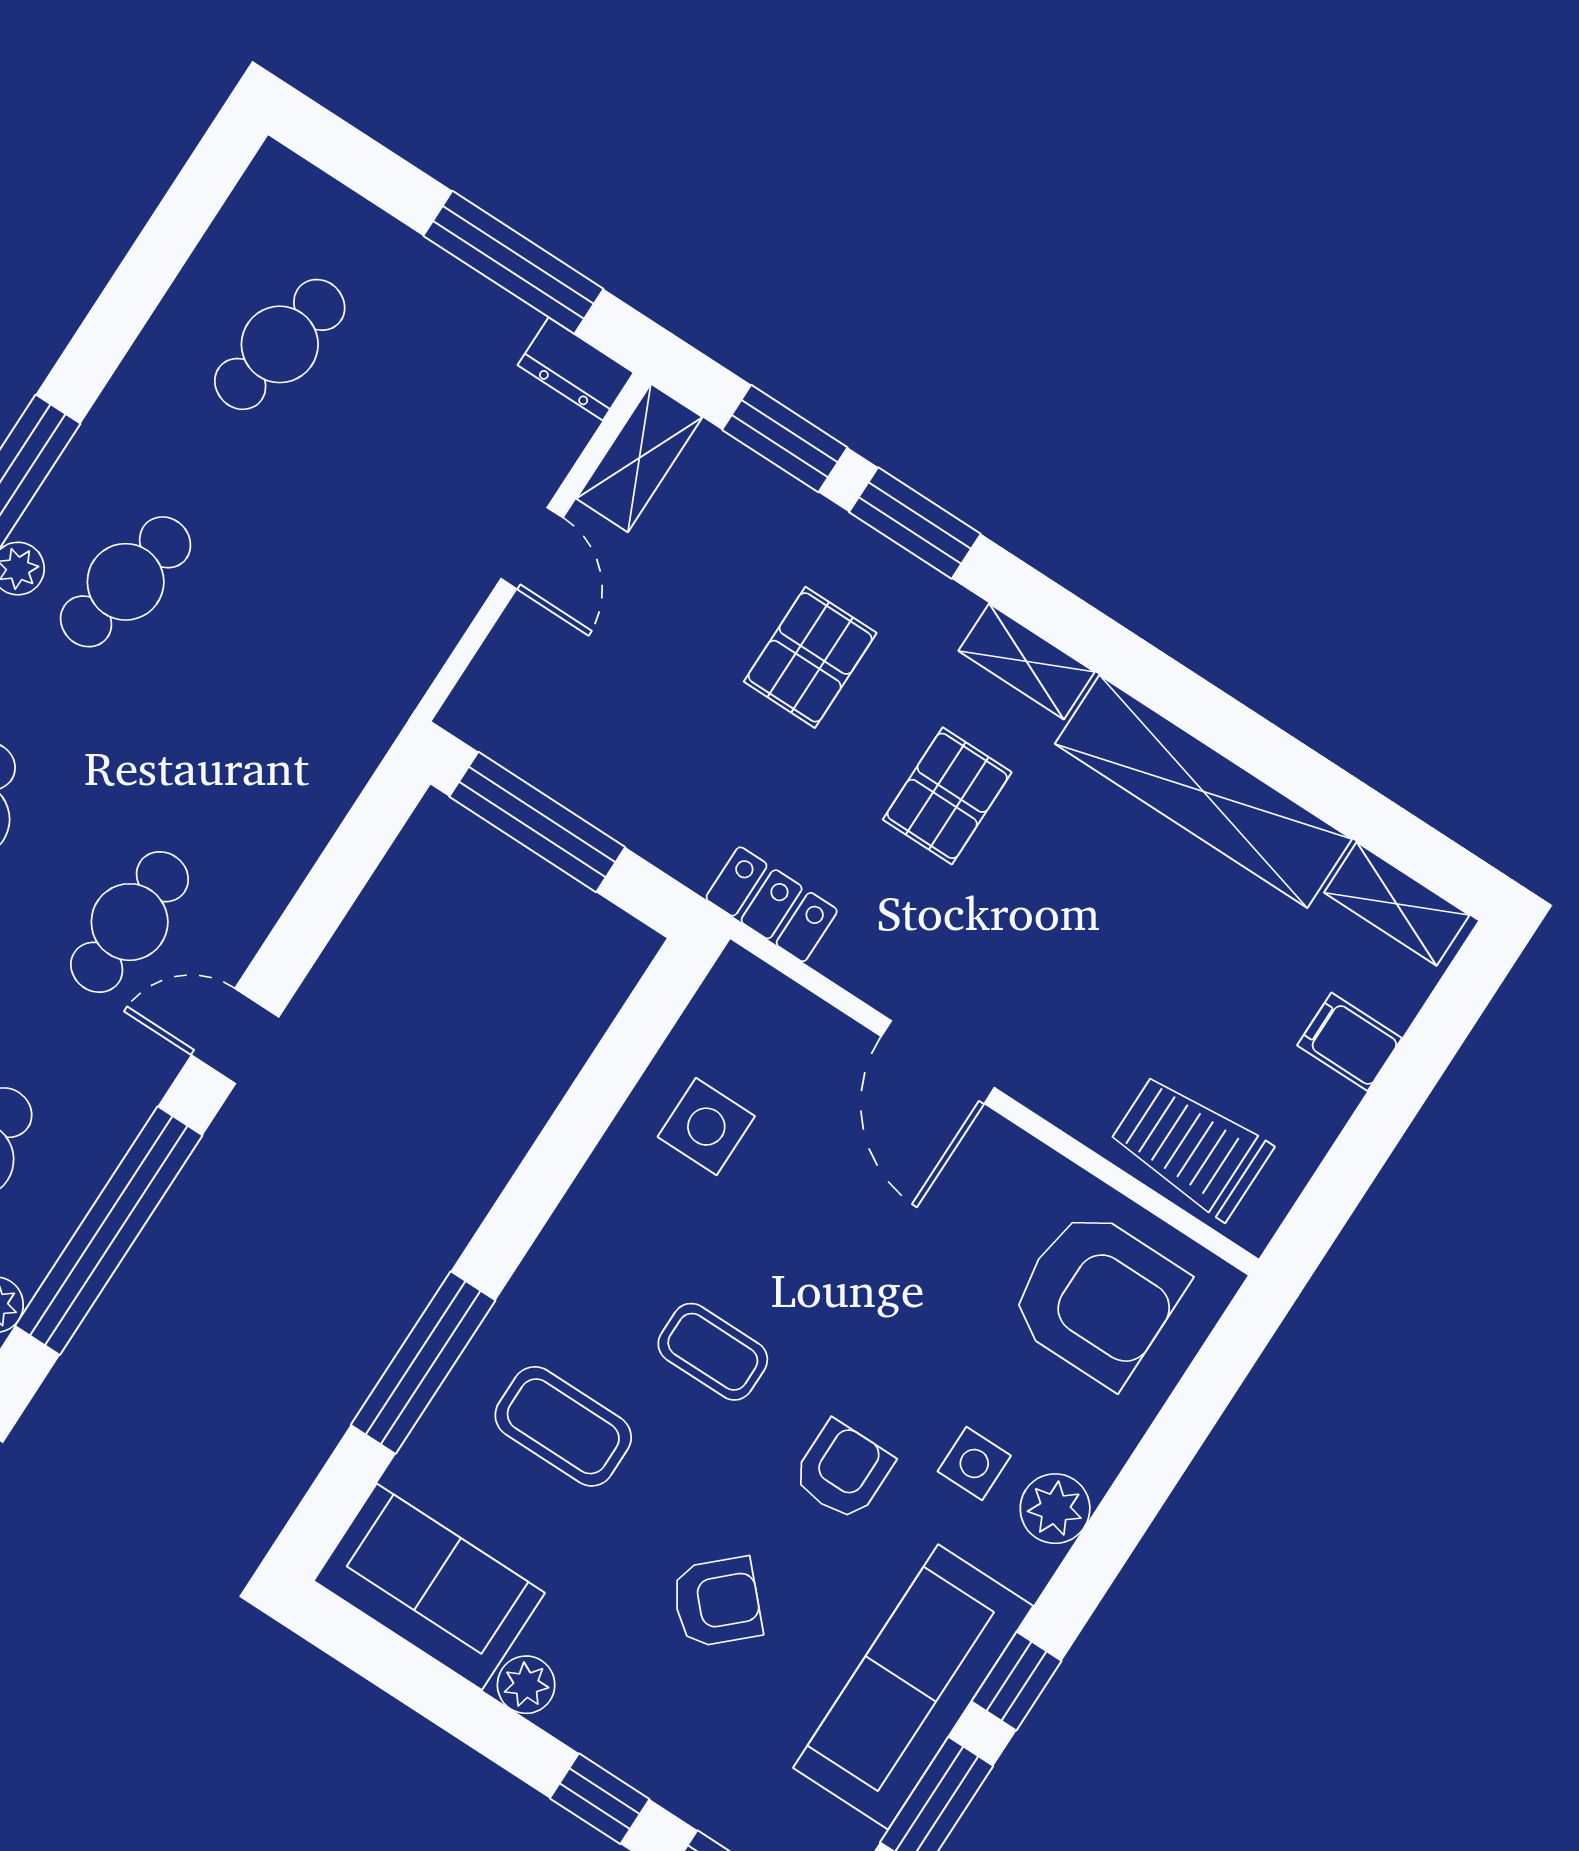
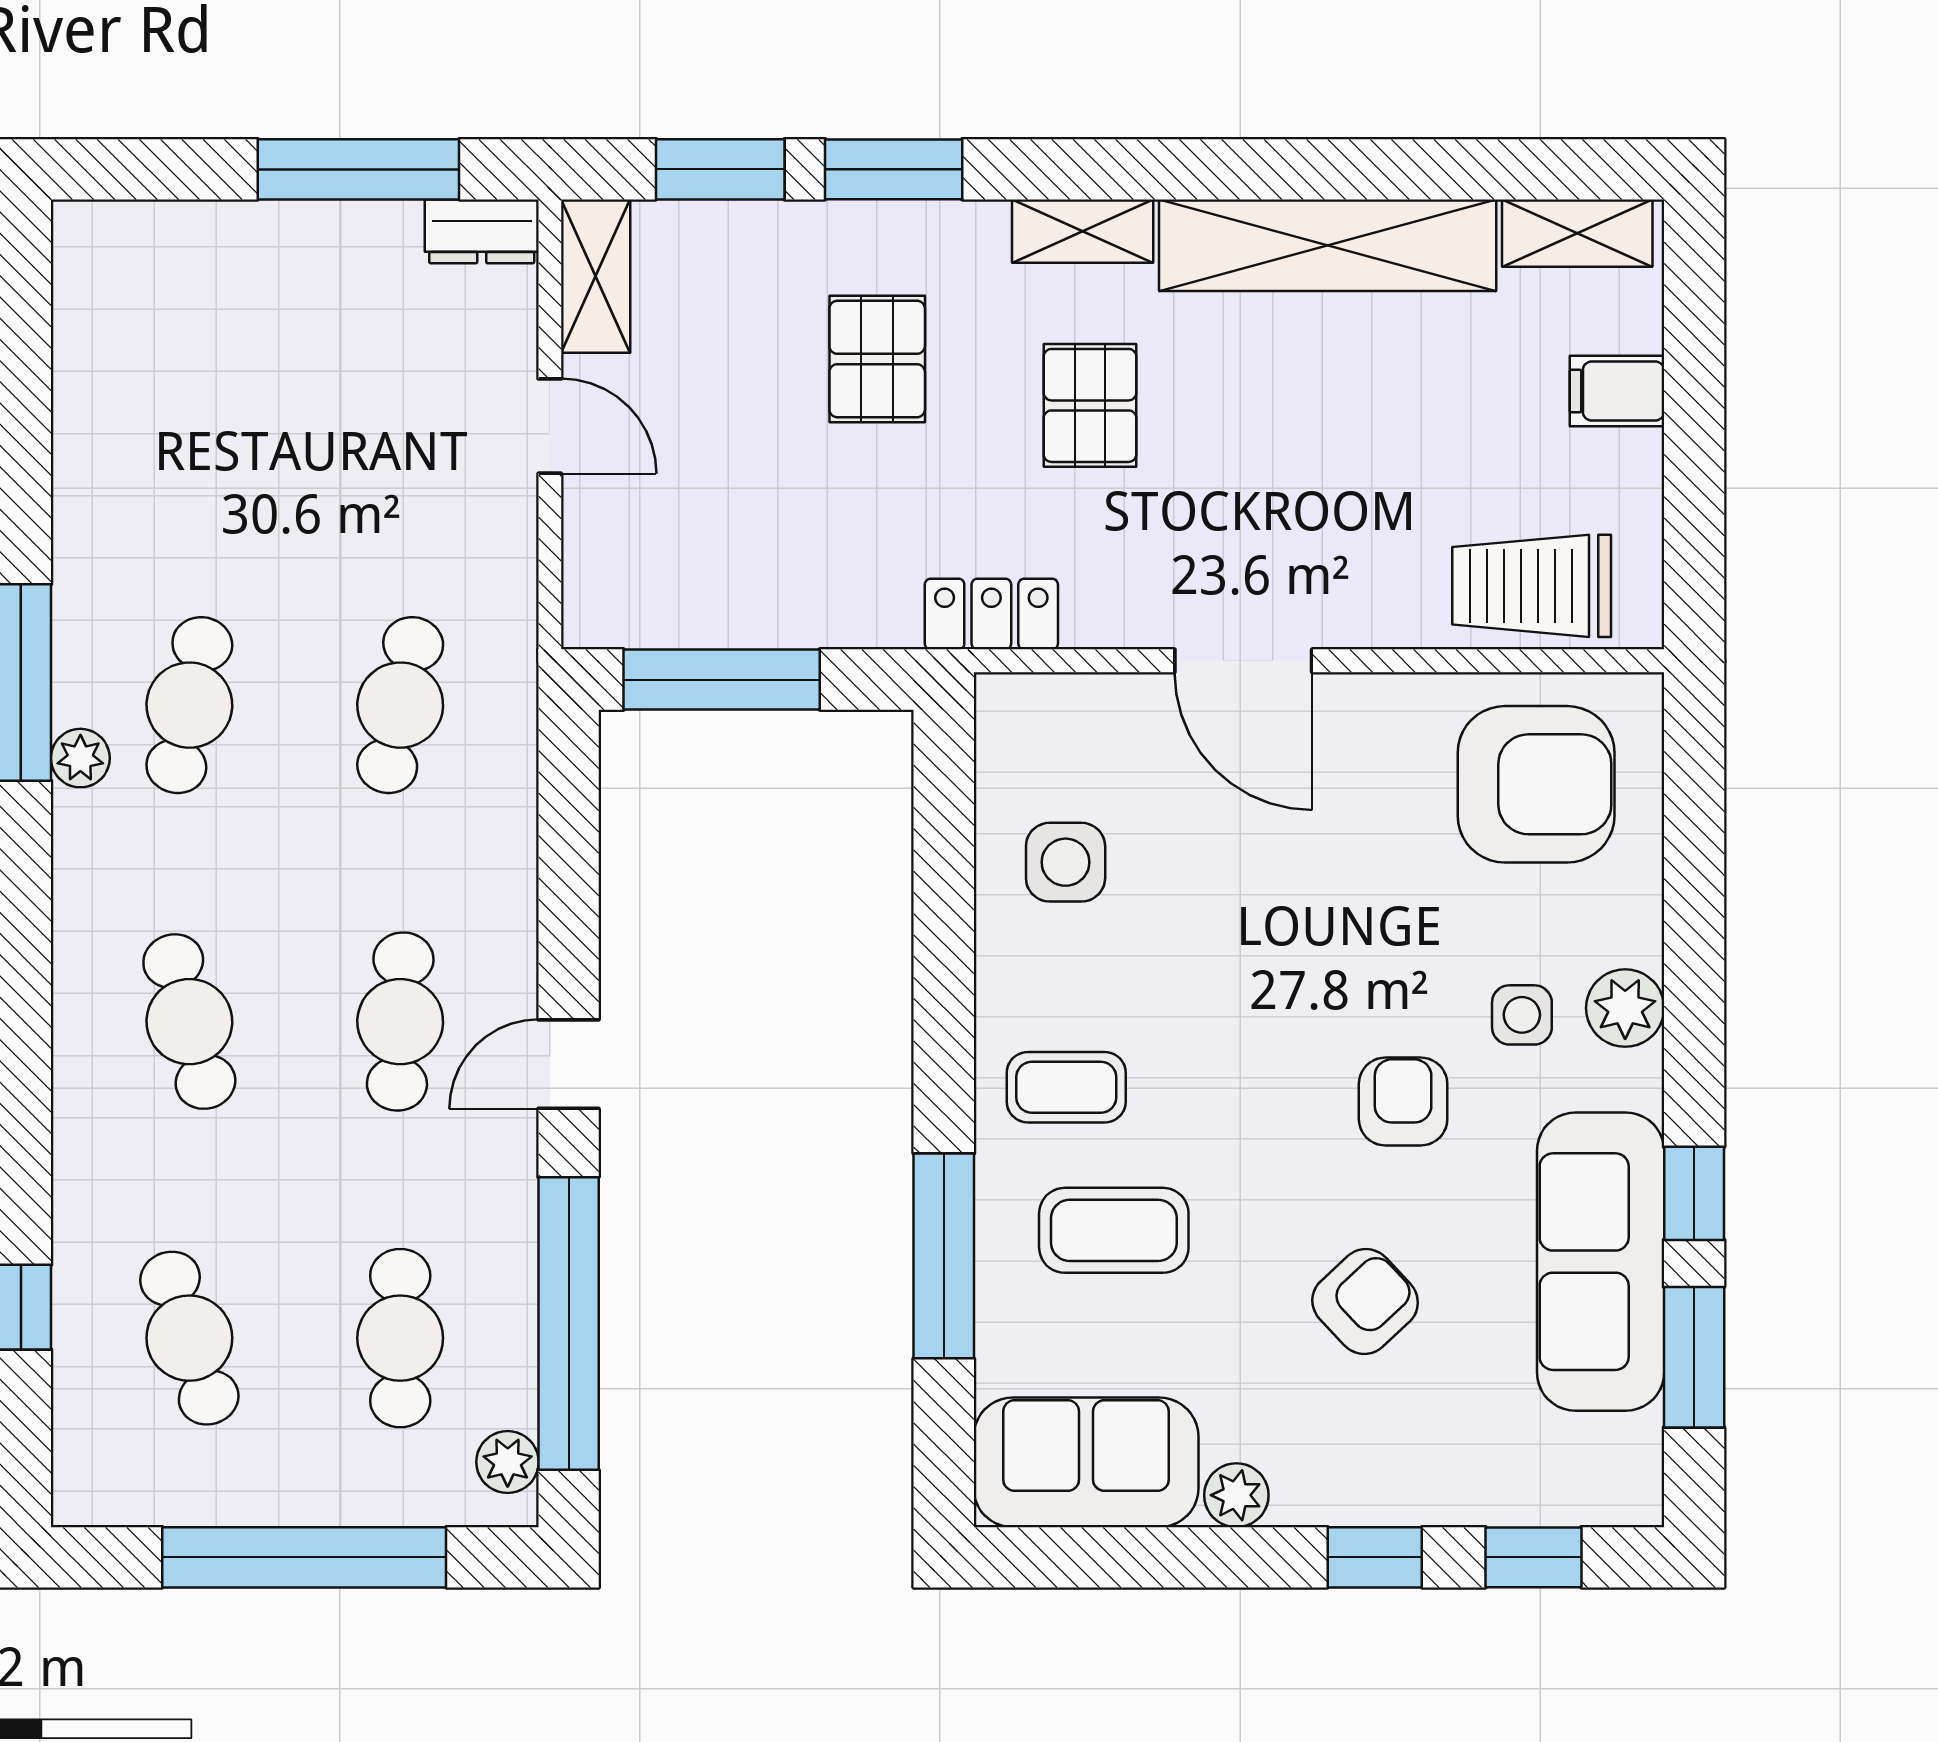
cafe table: (280, 344) -> (400, 705), moved
coffee table: (713, 1352) -> (1066, 1087), moved

